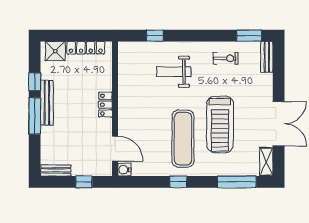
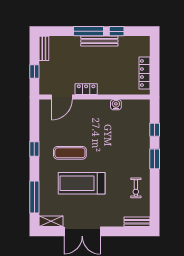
window: (249, 36) -> (155, 159), moved
shower: (55, 51) -> (142, 48), removed
weight bench: (174, 72) -> (125, 145), removed
locker: (105, 105) -> (86, 89), moved
exercise mat: (183, 139) -> (70, 153), width x0.73, depth x0.69
water cooler: (124, 170) -> (116, 105), moved

